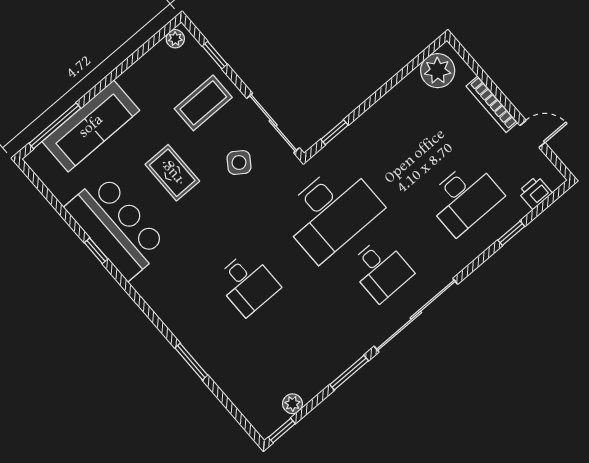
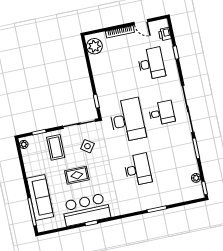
door: (533, 134) -> (141, 22), swing flipped
desk: (247, 283) -> (138, 170), width x1.37

